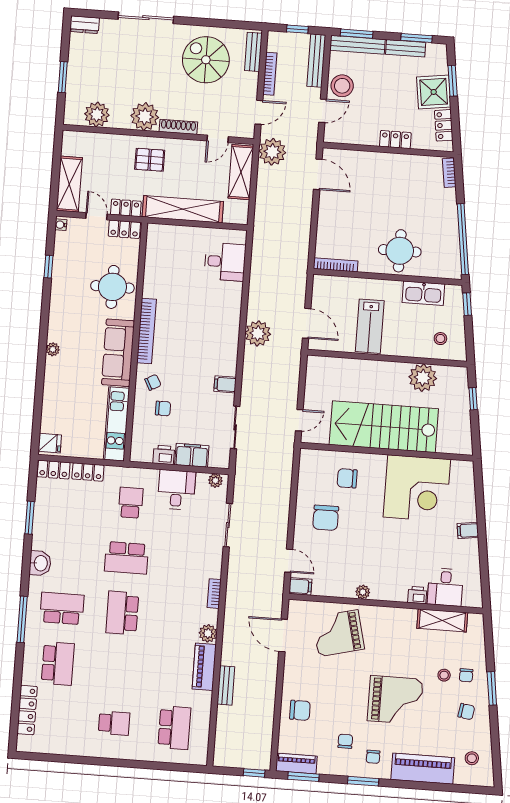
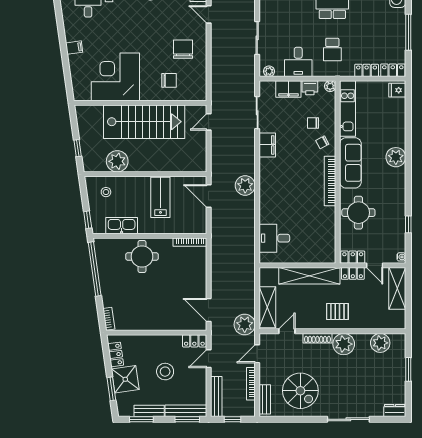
stool: (342, 86) -> (165, 372), moved
locker: (395, 140) -> (194, 341), moved
plant: (53, 349) -> (396, 157), width x1.87, depth x1.87
filing cabinet: (225, 384) -> (267, 145), width x2.00
plant: (137, 455) -> (330, 86), added
window: (30, 518) -> (408, 32), width x1.44

